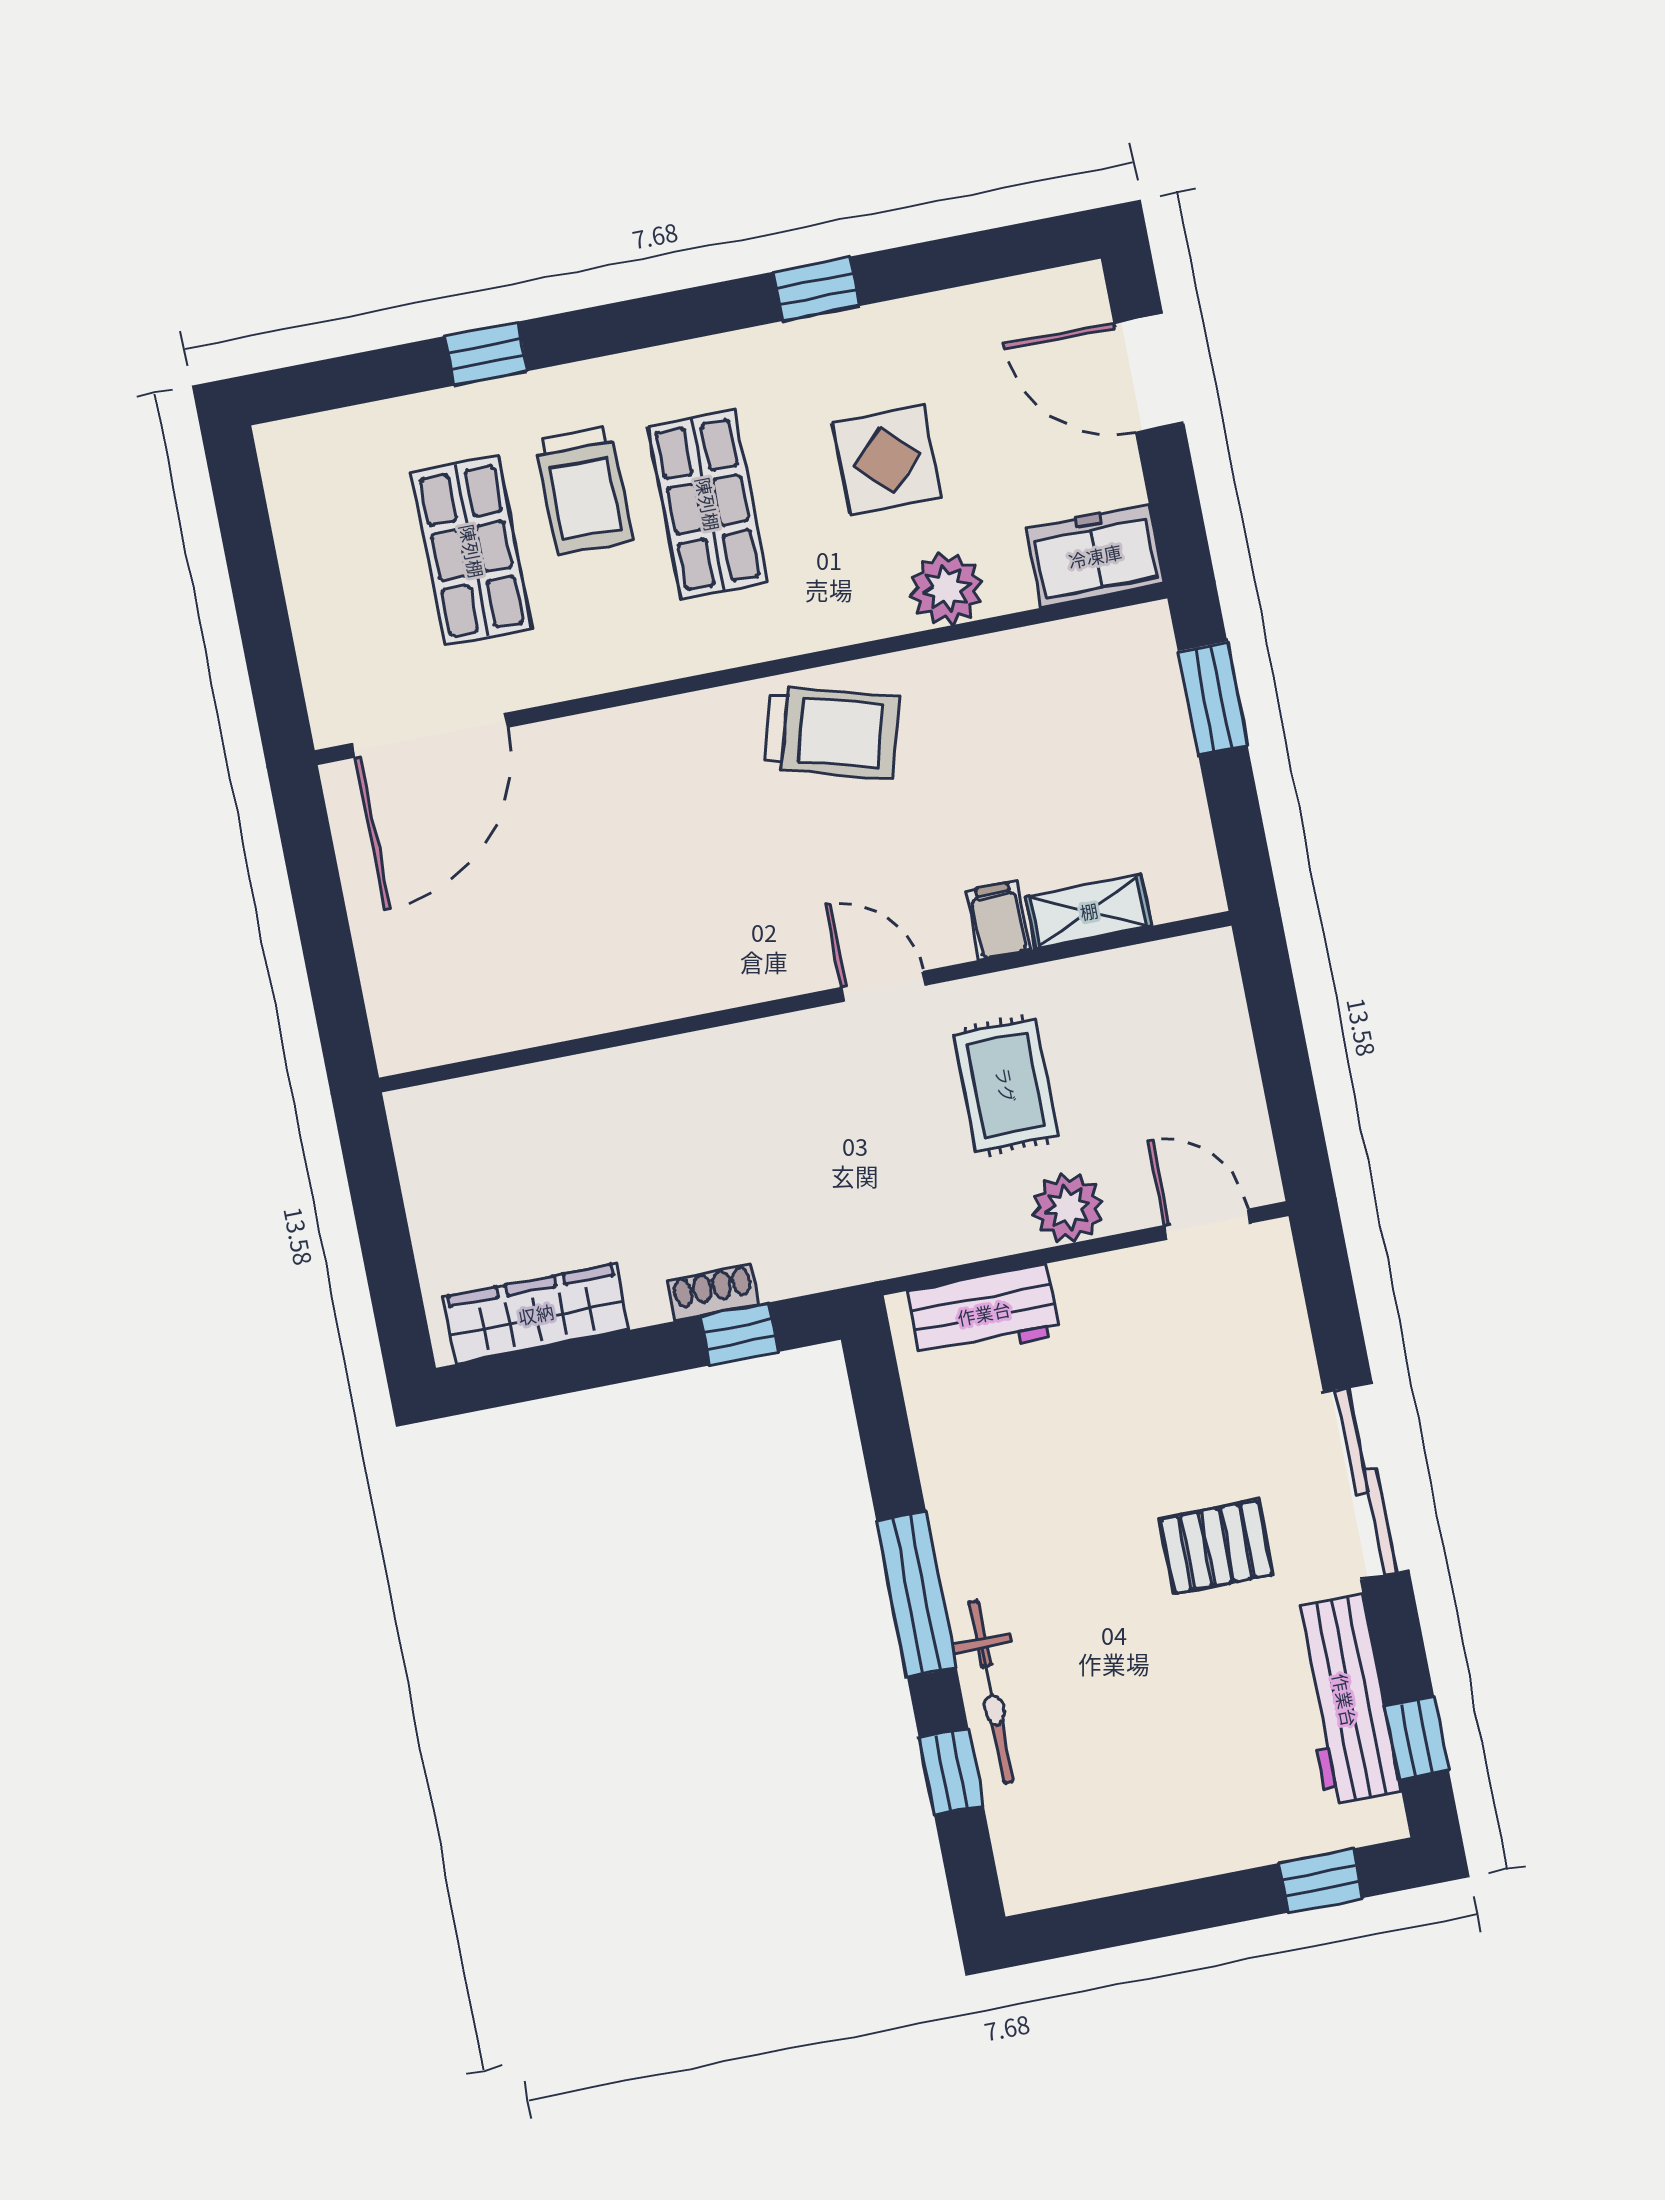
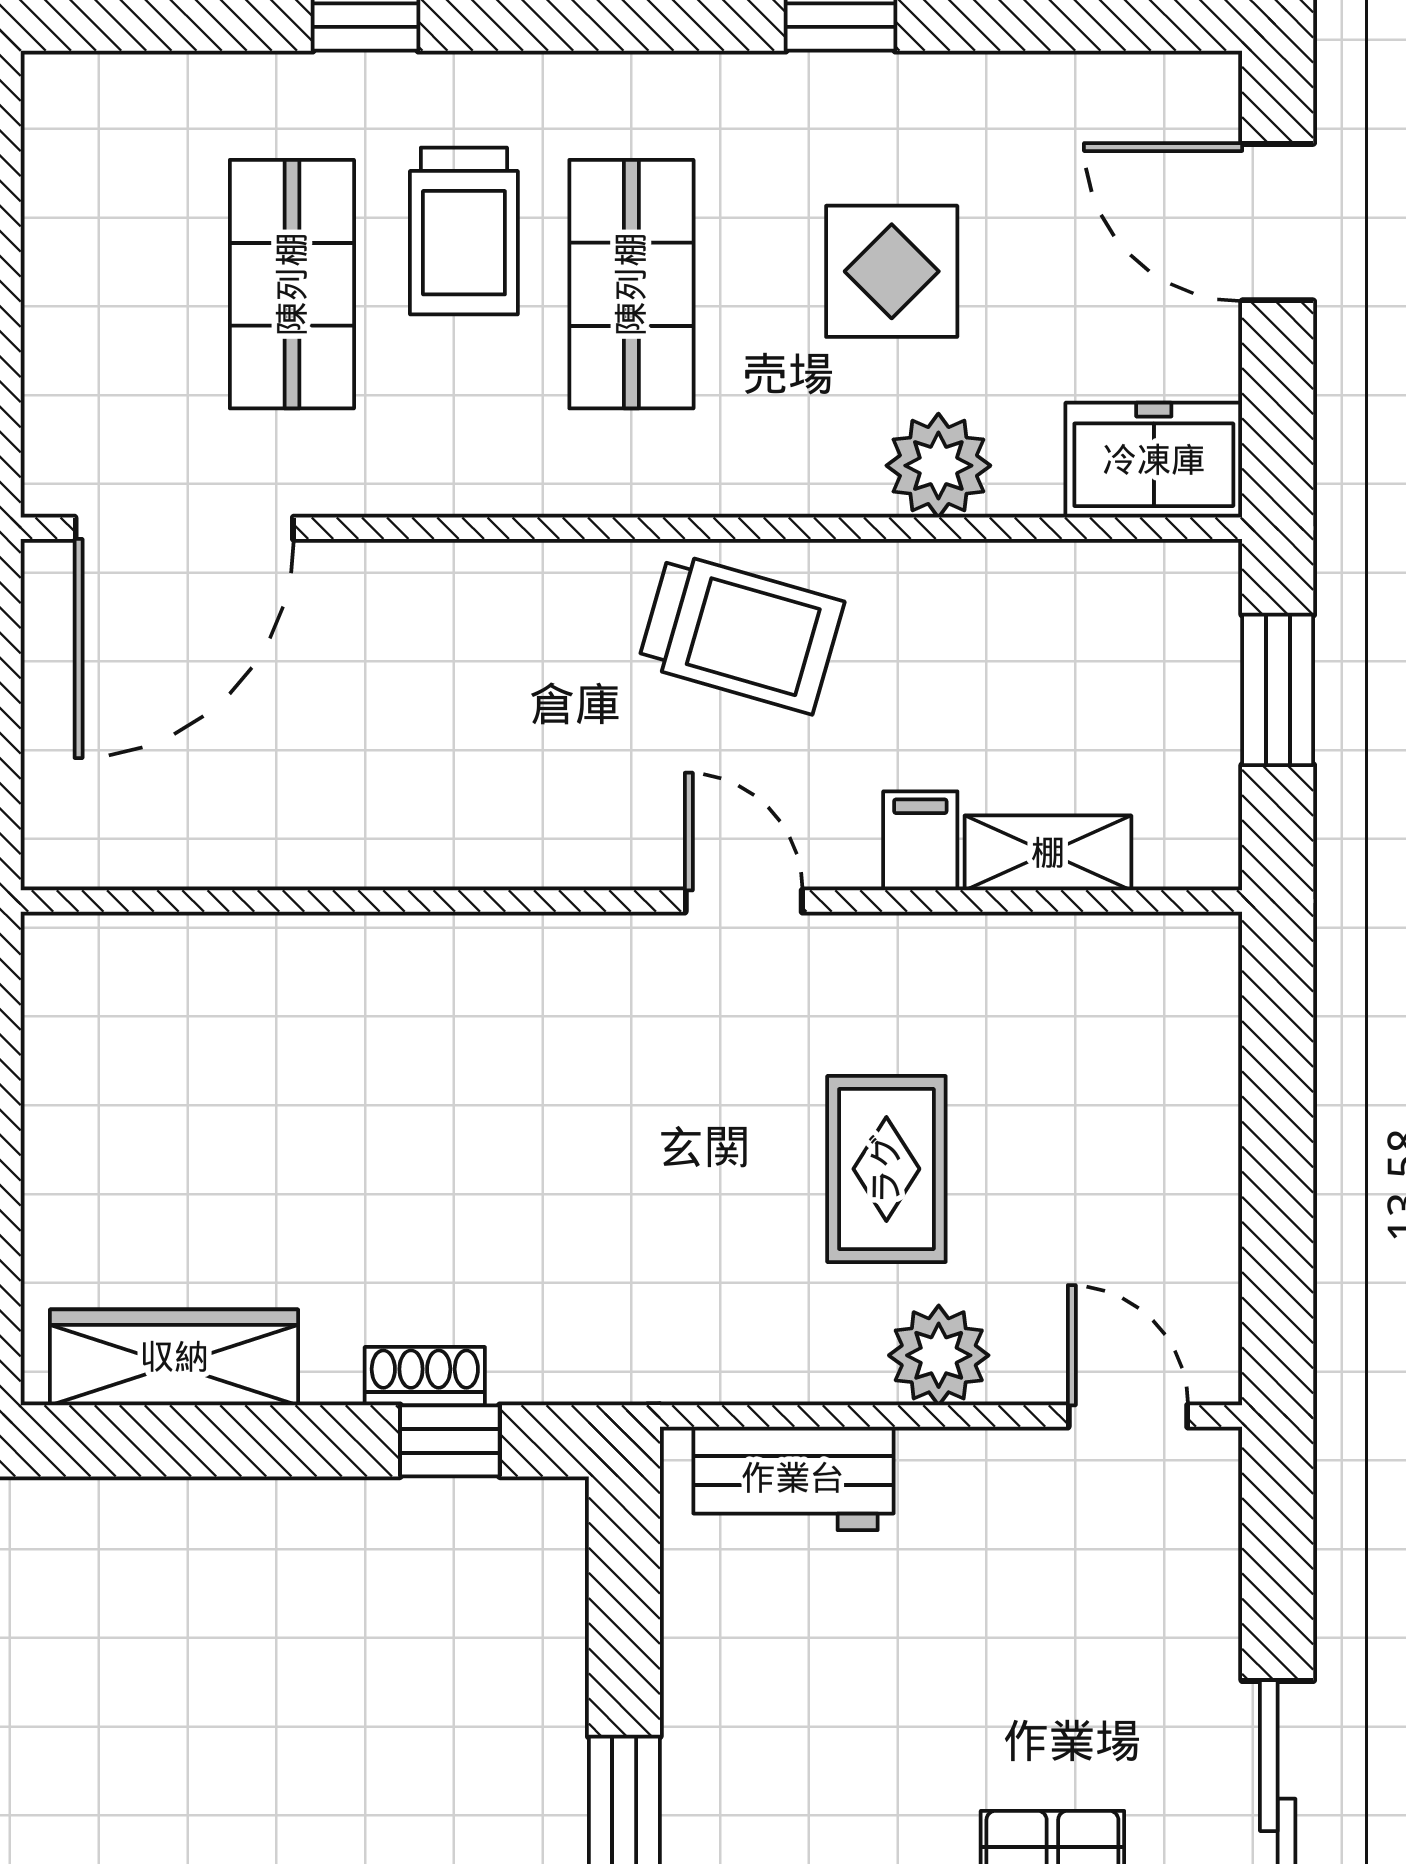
shelving: (1089, 911) -> (1048, 853), moved
filing cabinet: (998, 920) -> (920, 841), moved
door: (883, 986) -> (744, 901), moved
wall: (805, 1002) -> (631, 901), moved

